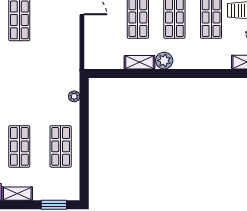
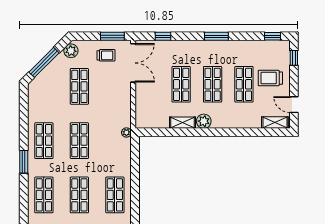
shop shelf: (19, 83) -> (79, 141), added
plant: (74, 96) -> (126, 132), moved

